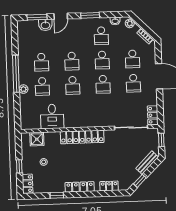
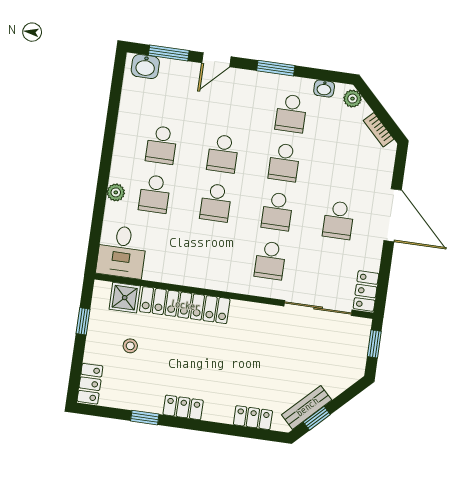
washbasin: (45, 25) -> (145, 66), moved
school desk: (133, 59) -> (270, 260), moved
window: (16, 74) -> (106, 159), removed
desk: (52, 116) -> (122, 252), moved
locker: (82, 137) -> (185, 305), moved
bench: (147, 163) -> (307, 407), moved
window: (19, 166) -> (83, 321), moved
locker: (80, 187) -> (183, 407), width x0.66

